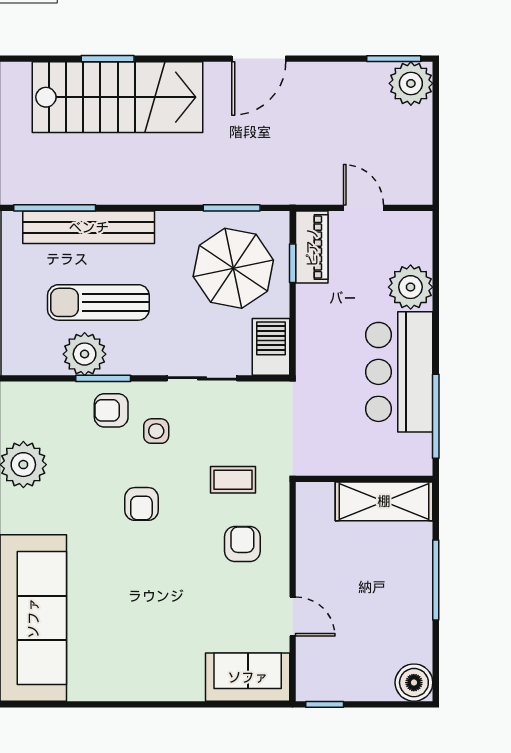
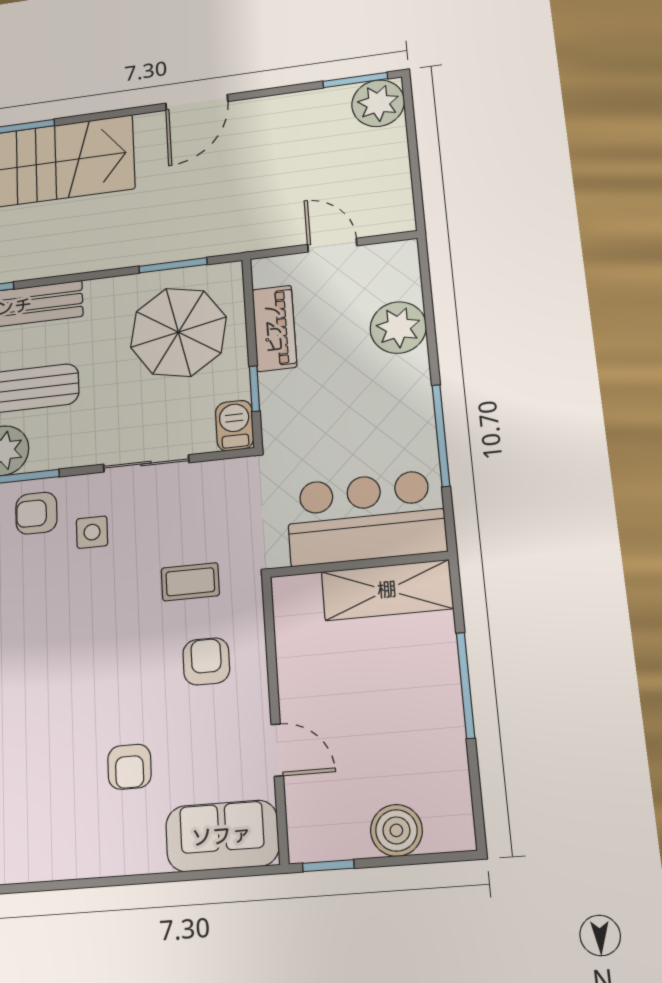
piano: (312, 247) -> (274, 328), moved
window: (293, 263) -> (254, 389), moved
barbecue: (271, 347) -> (235, 426), width x0.73, depth x0.79
bar counter: (399, 372) -> (366, 518), moved, turned 90
window: (436, 416) -> (441, 435), moved
armchair: (141, 504) -> (129, 767), moved
boiler: (414, 683) -> (396, 830), moved

